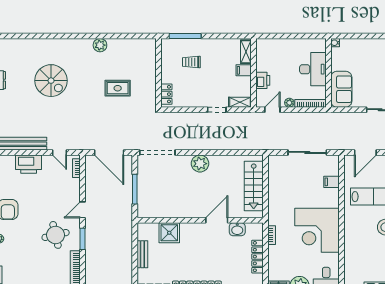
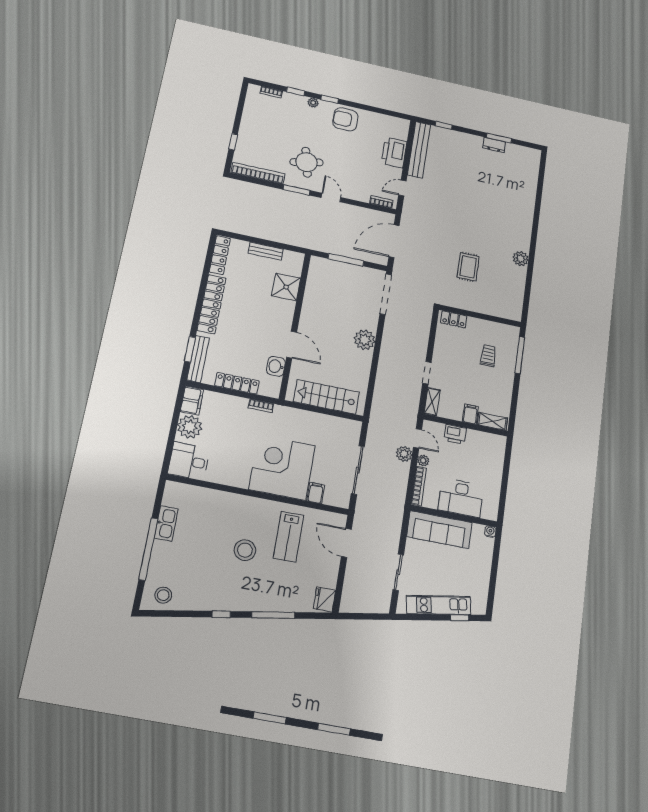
spiral stairs: (51, 81) -> (487, 198), removed
sofa: (341, 89) -> (439, 530), width x1.36
plant: (287, 119) -> (404, 454), added
corner desk: (317, 230) -> (282, 467), moved

